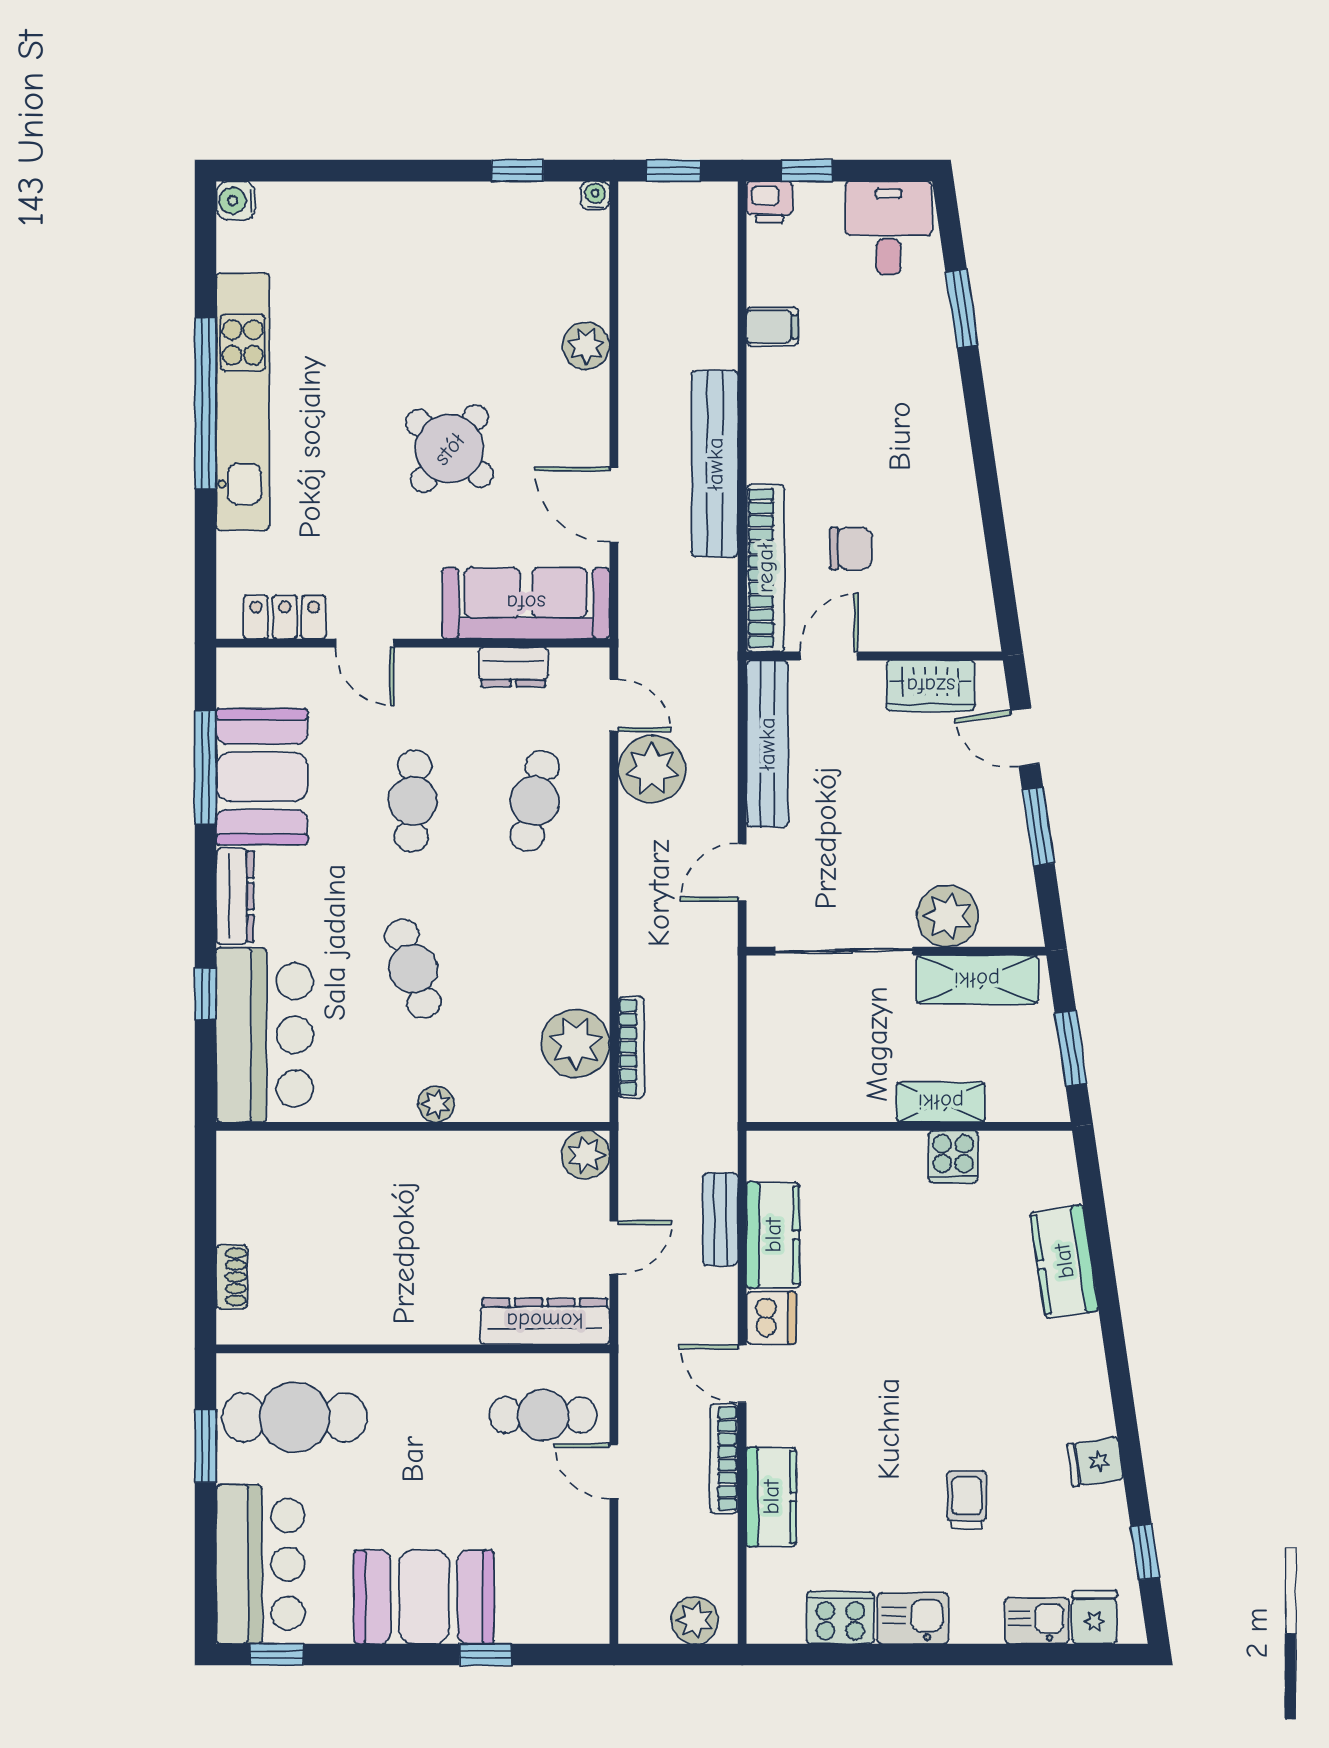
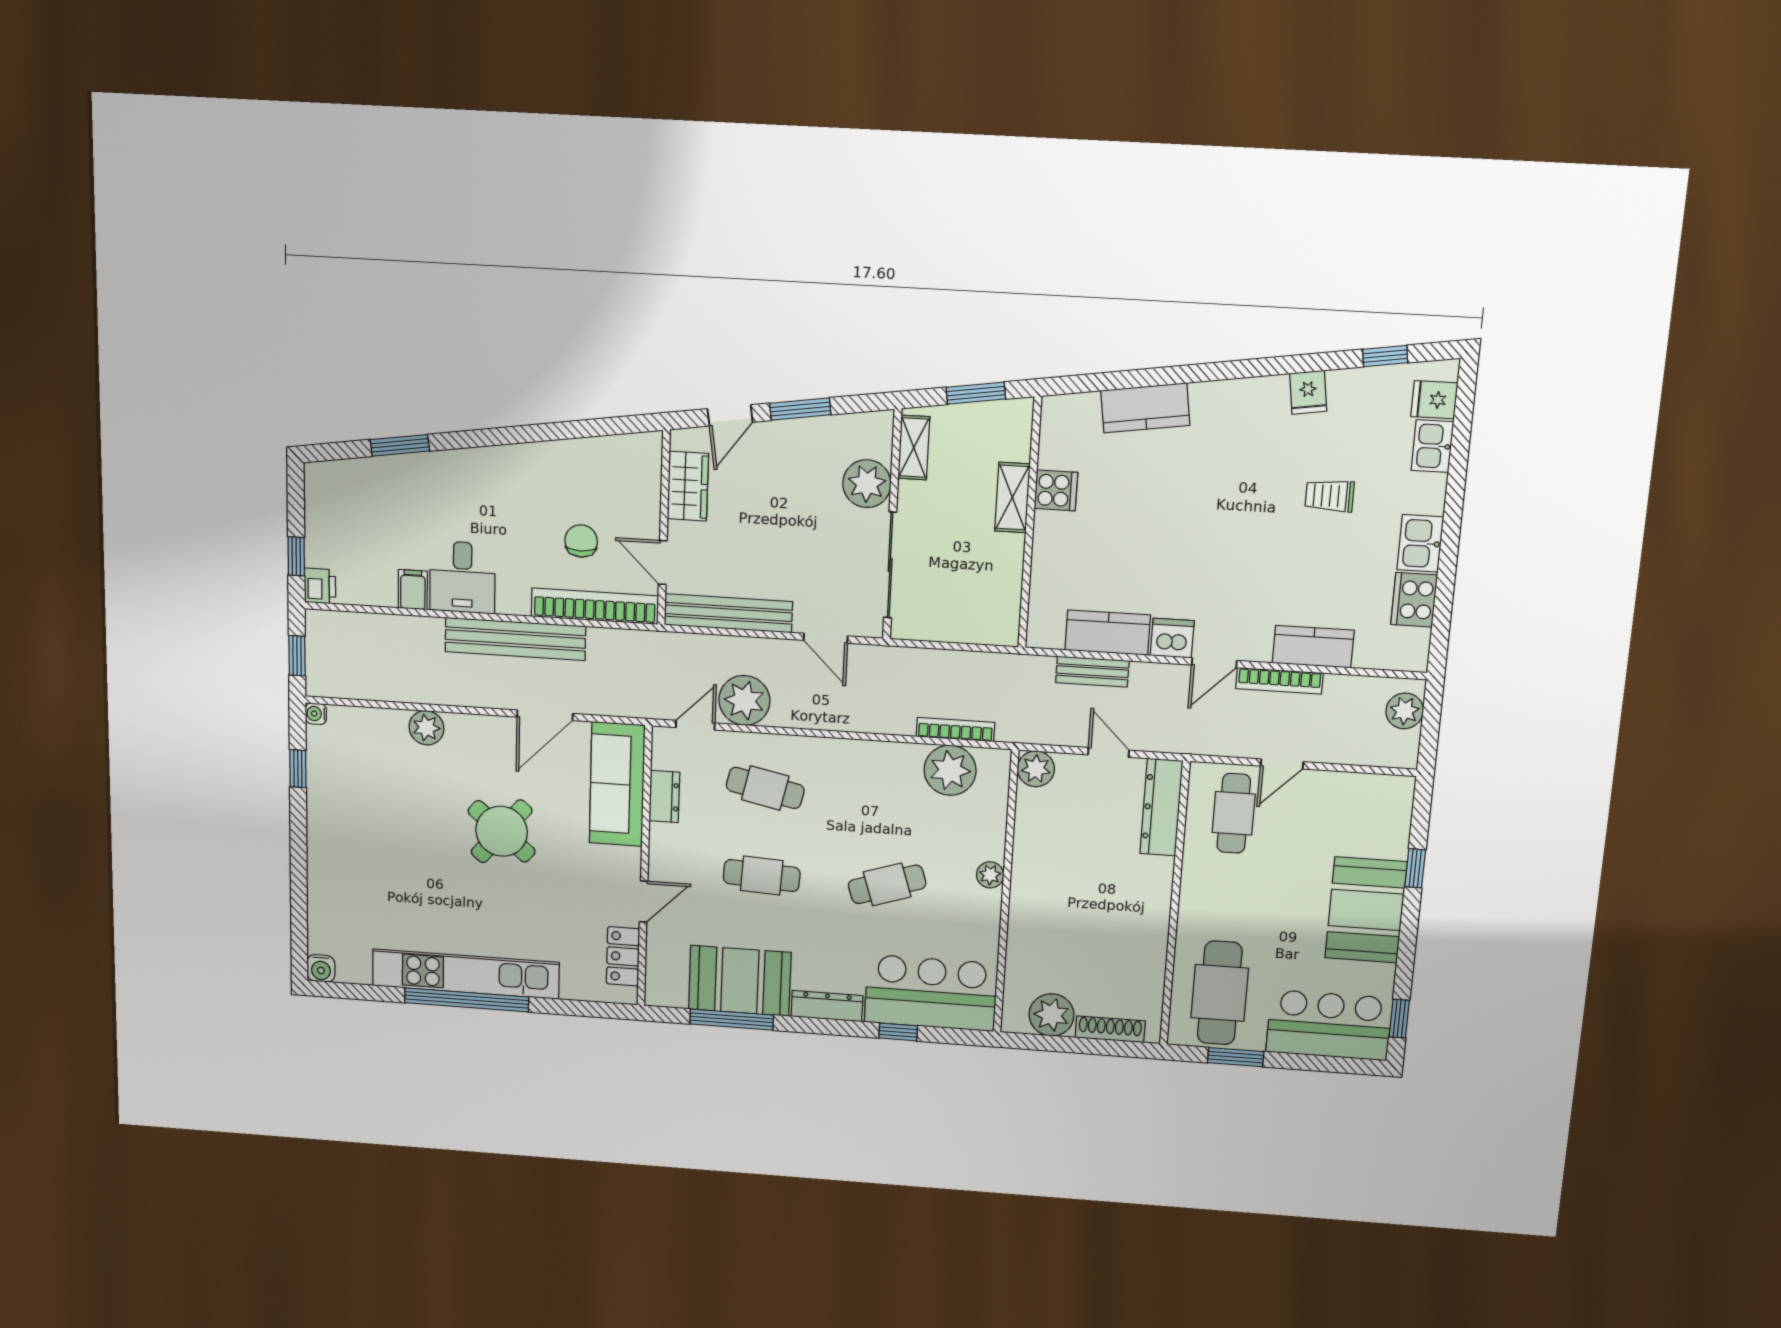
desk: (889, 228) -> (462, 577), moved, turned -90
shelving: (977, 980) -> (914, 447), width x0.67, depth x0.75
plant: (246, 1198) -> (1052, 1015), added
shoe rack: (232, 1277) -> (1110, 1029), width x1.43

